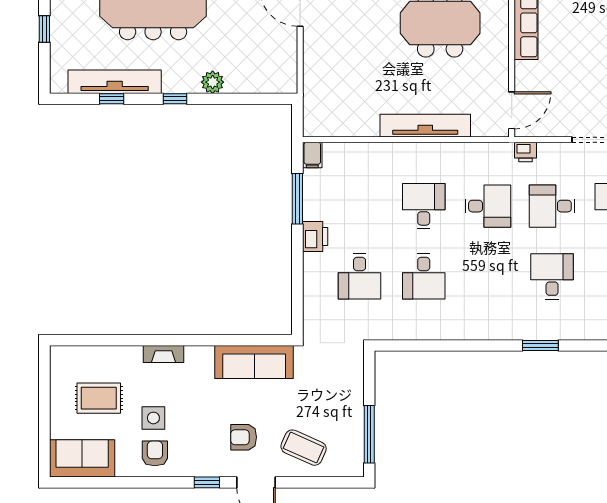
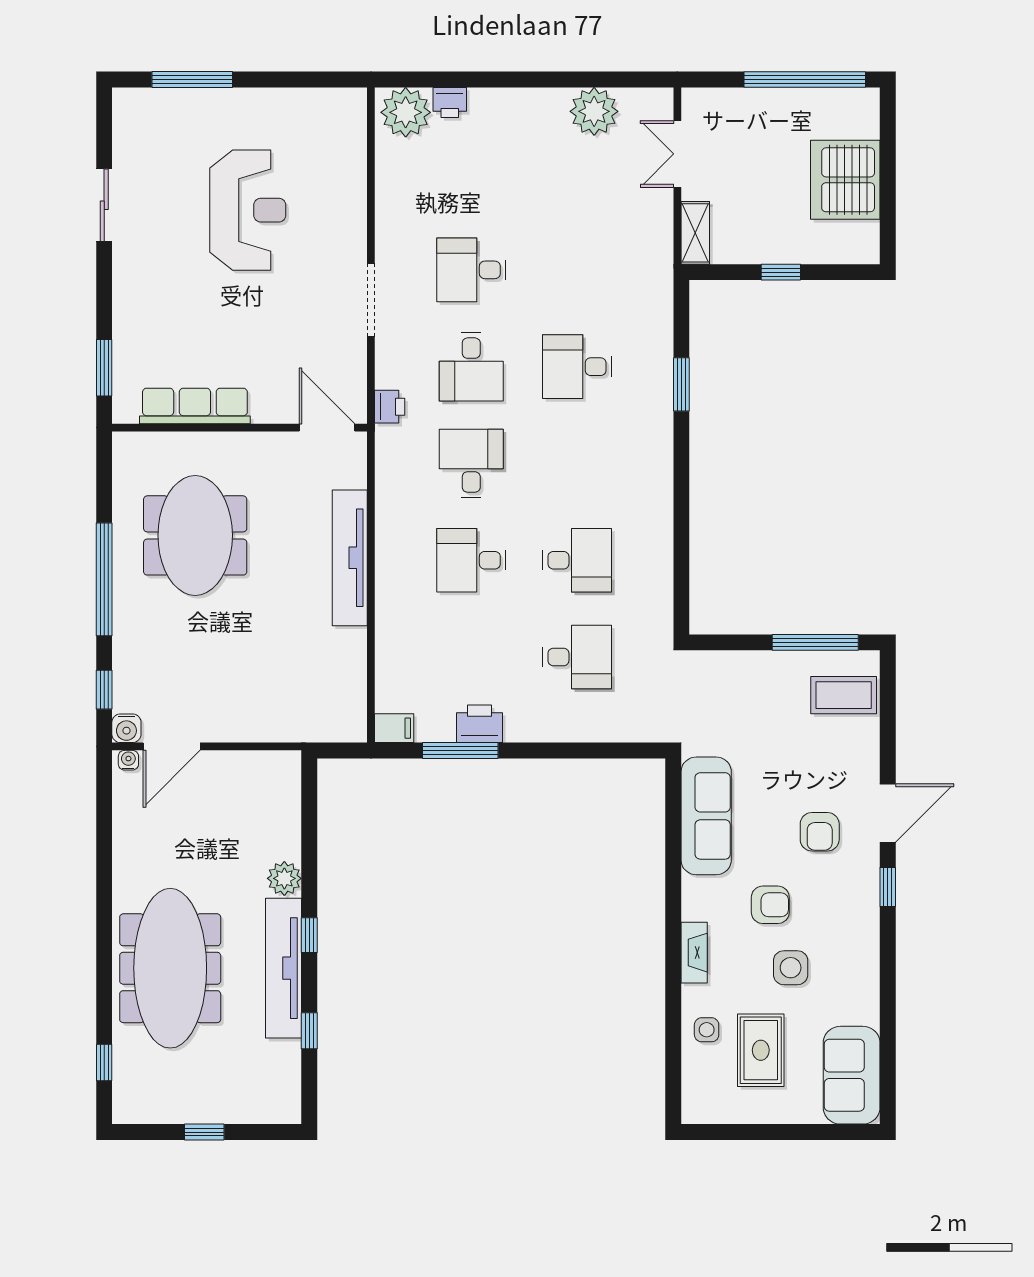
tv unit: (115, 82) -> (284, 968), moved
printer: (315, 236) -> (479, 724), moved
side table: (112, 362) -> (707, 1030), added
coffee table: (304, 448) -> (844, 695), moved, turned 66
armchair: (155, 453) -> (770, 905), moved, turned 180

